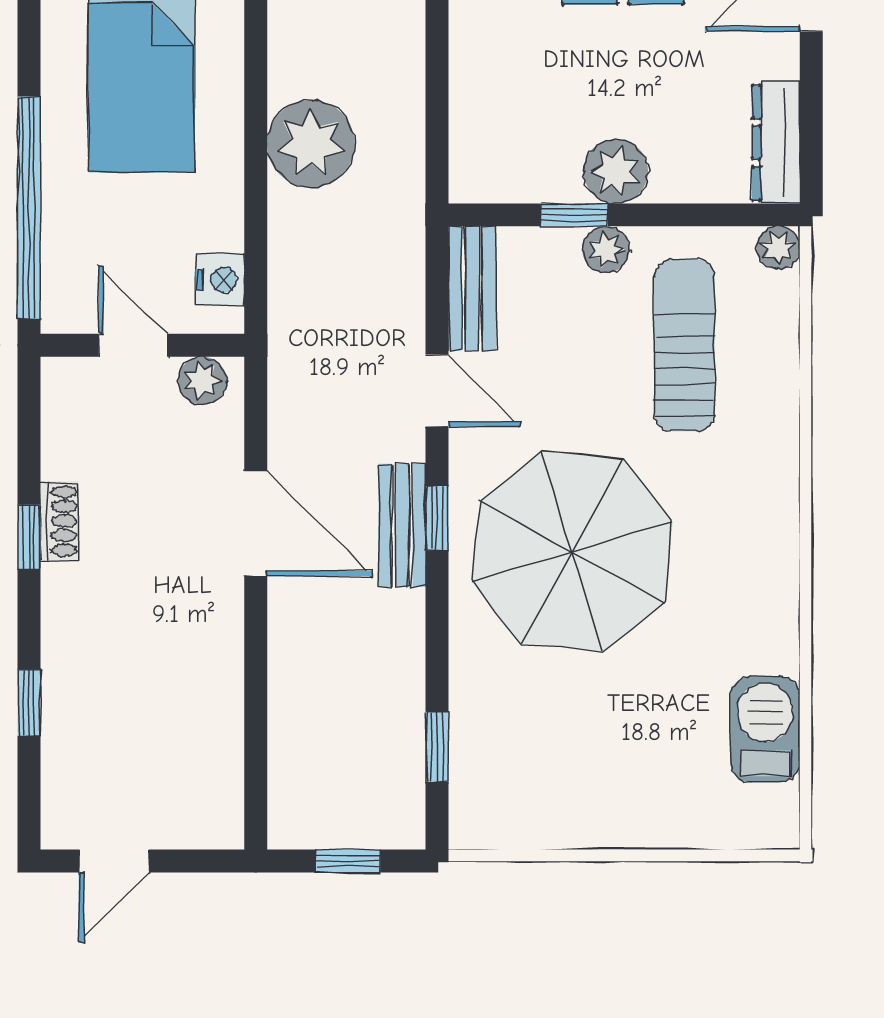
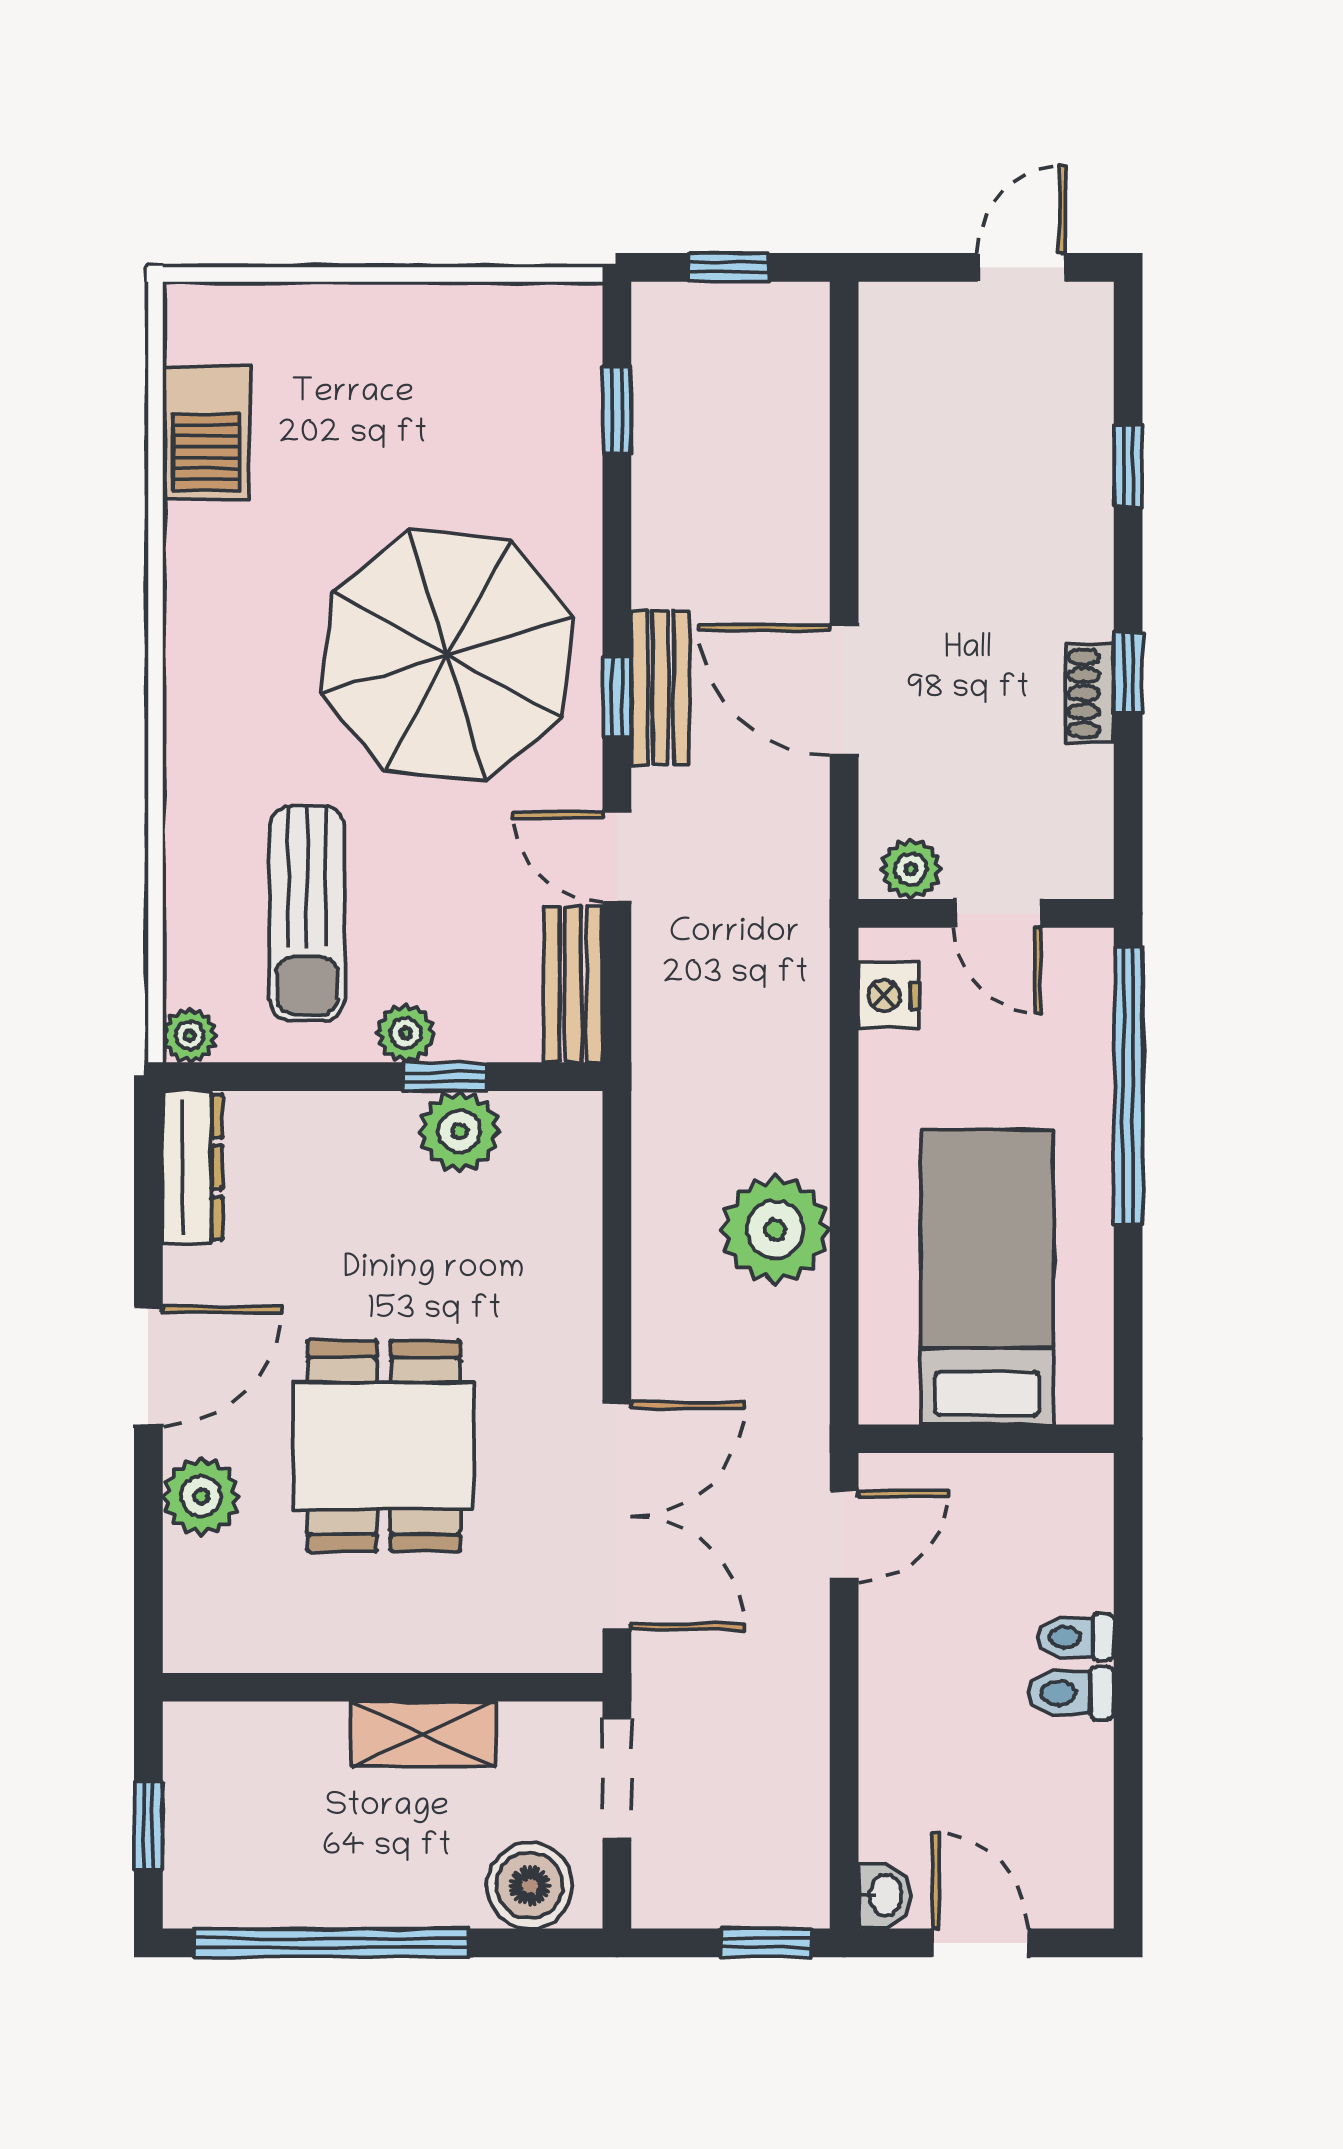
plant: (311, 144) -> (775, 1230), moved
plant: (616, 171) -> (459, 1131), moved

